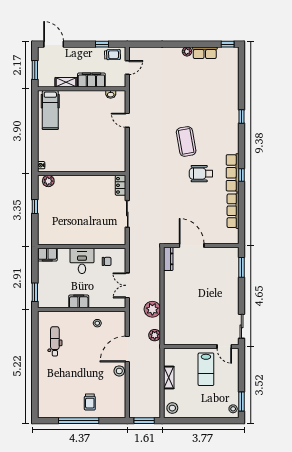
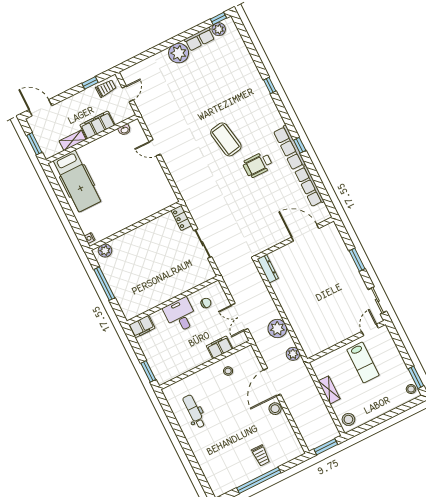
plant: (187, 51) -> (179, 53), width x1.88, depth x1.88
plant: (224, 53) -> (219, 29), added
hospital bed: (50, 110) -> (77, 181), width x1.37, depth x1.29
window: (35, 206) -> (104, 284), width x2.17
door: (192, 245) -> (305, 233), moved
window: (241, 267) -> (357, 260), moved
filing cabinet: (79, 301) -> (220, 347), moved
door: (224, 347) -> (370, 330), swing flipped

